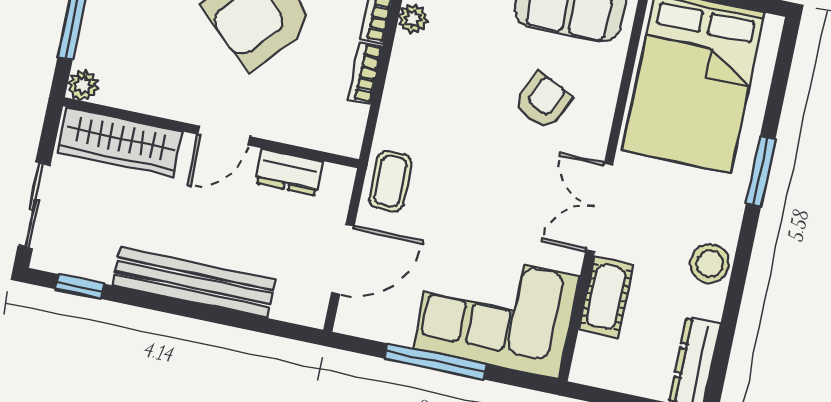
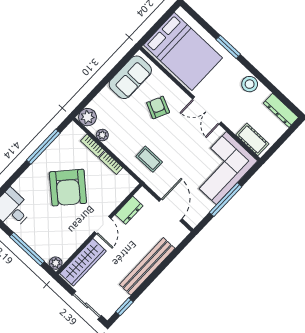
coffee table: (390, 181) -> (149, 159), moved
cot: (606, 297) -> (252, 139), moved

